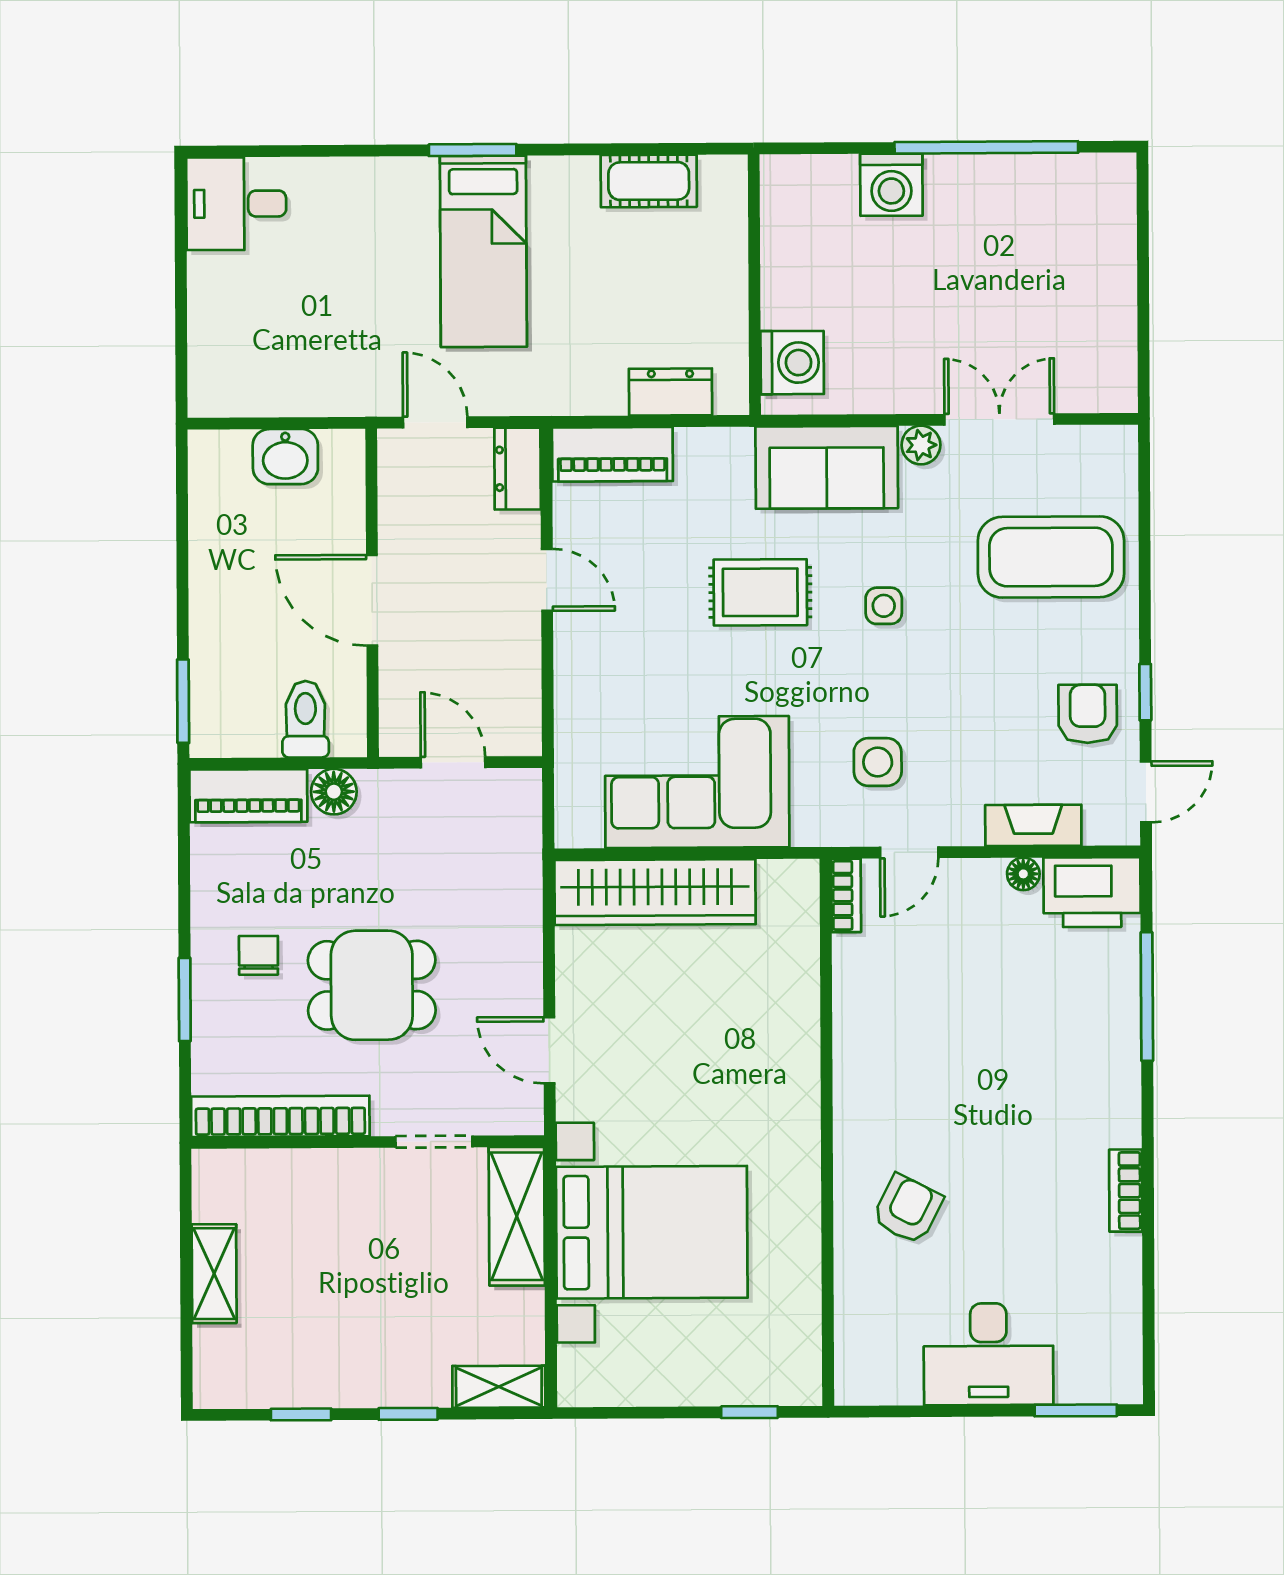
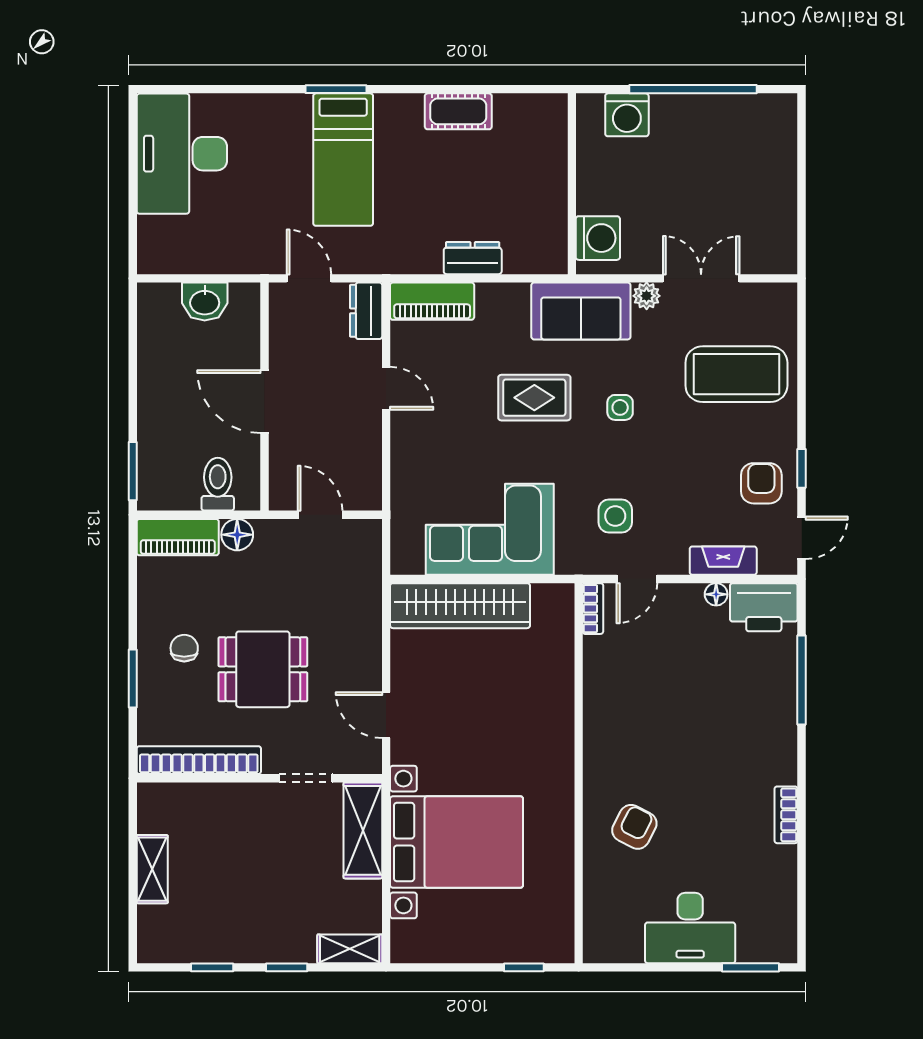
desk: (236, 204) -> (182, 154), width x1.87, depth x1.30
wall: (754, 285) -> (572, 184), moved
washing machine: (792, 363) -> (598, 238), moved

